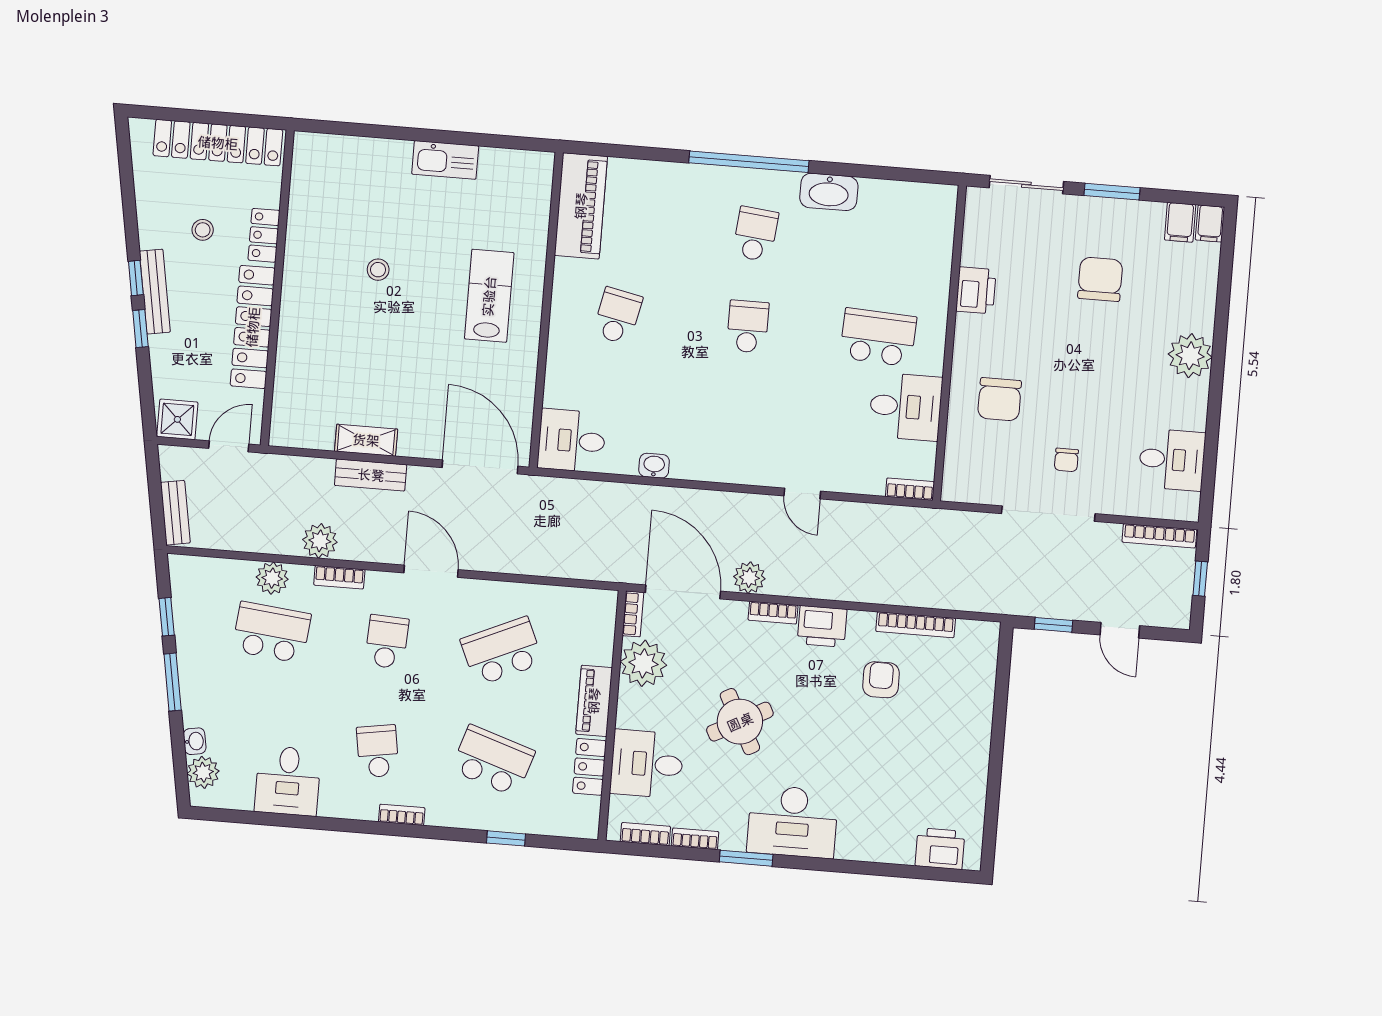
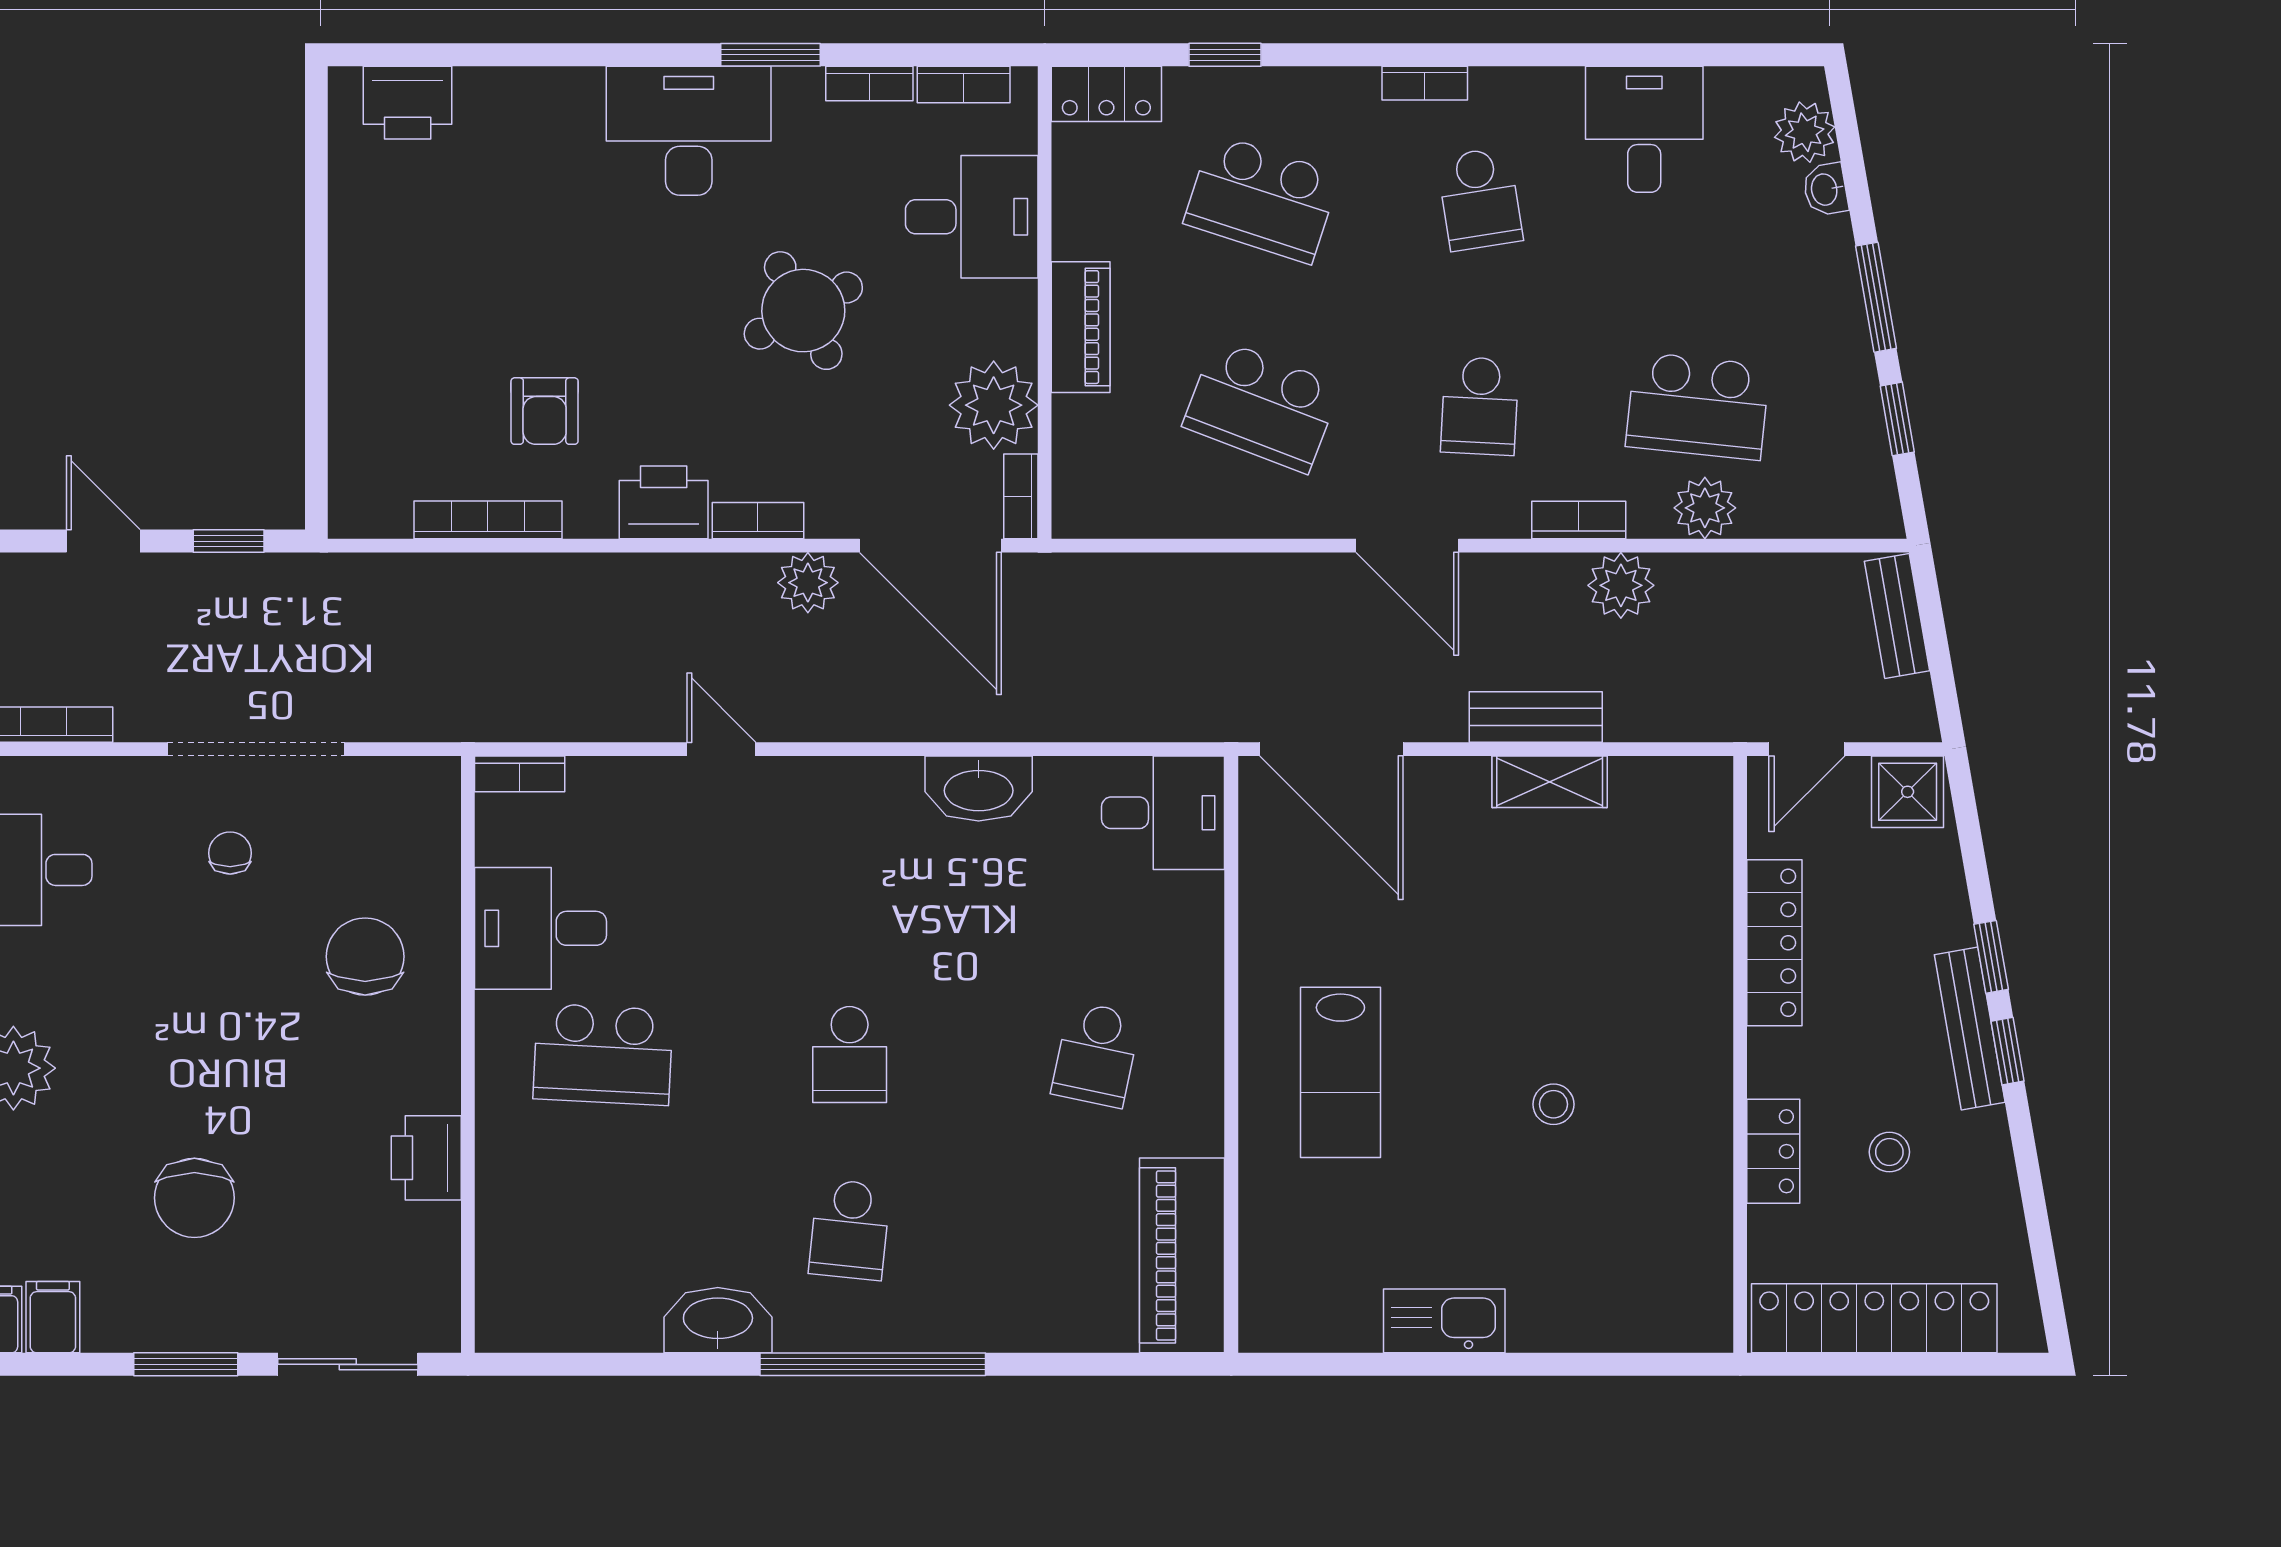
locker: (253, 327) -> (1774, 943), width x0.71, depth x0.83
washbasin: (654, 466) -> (979, 789), width x1.91, depth x1.45
school desk: (502, 651) -> (1262, 406), turned 45
locker: (589, 767) -> (1106, 94), moved, turned 90

